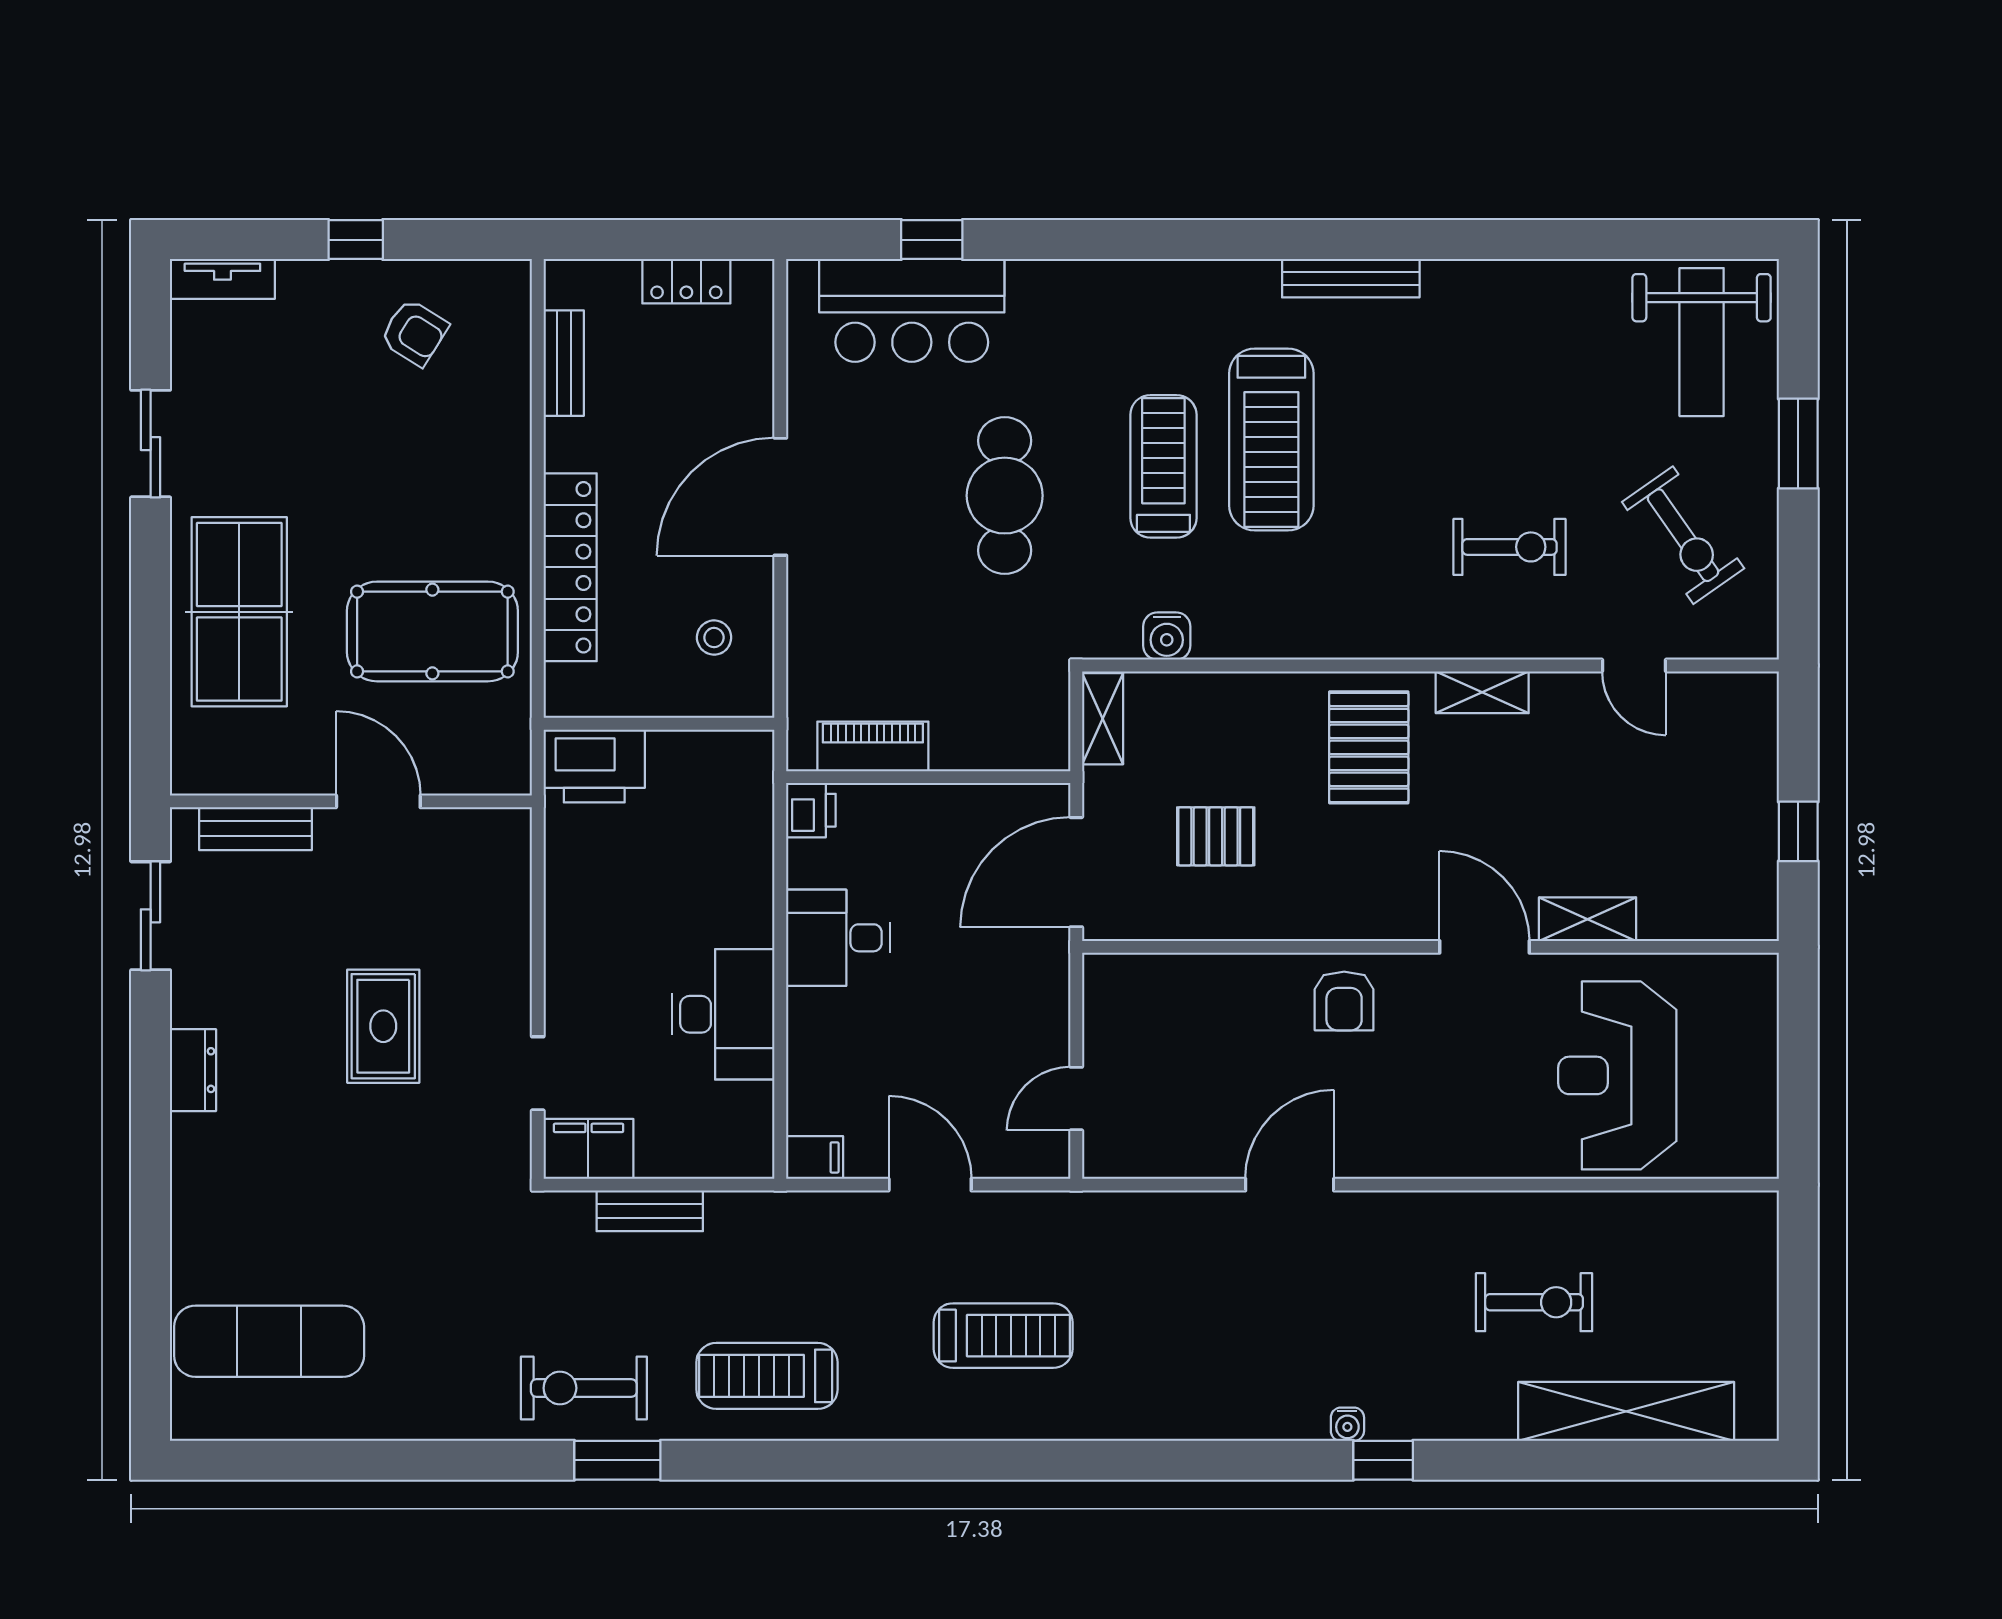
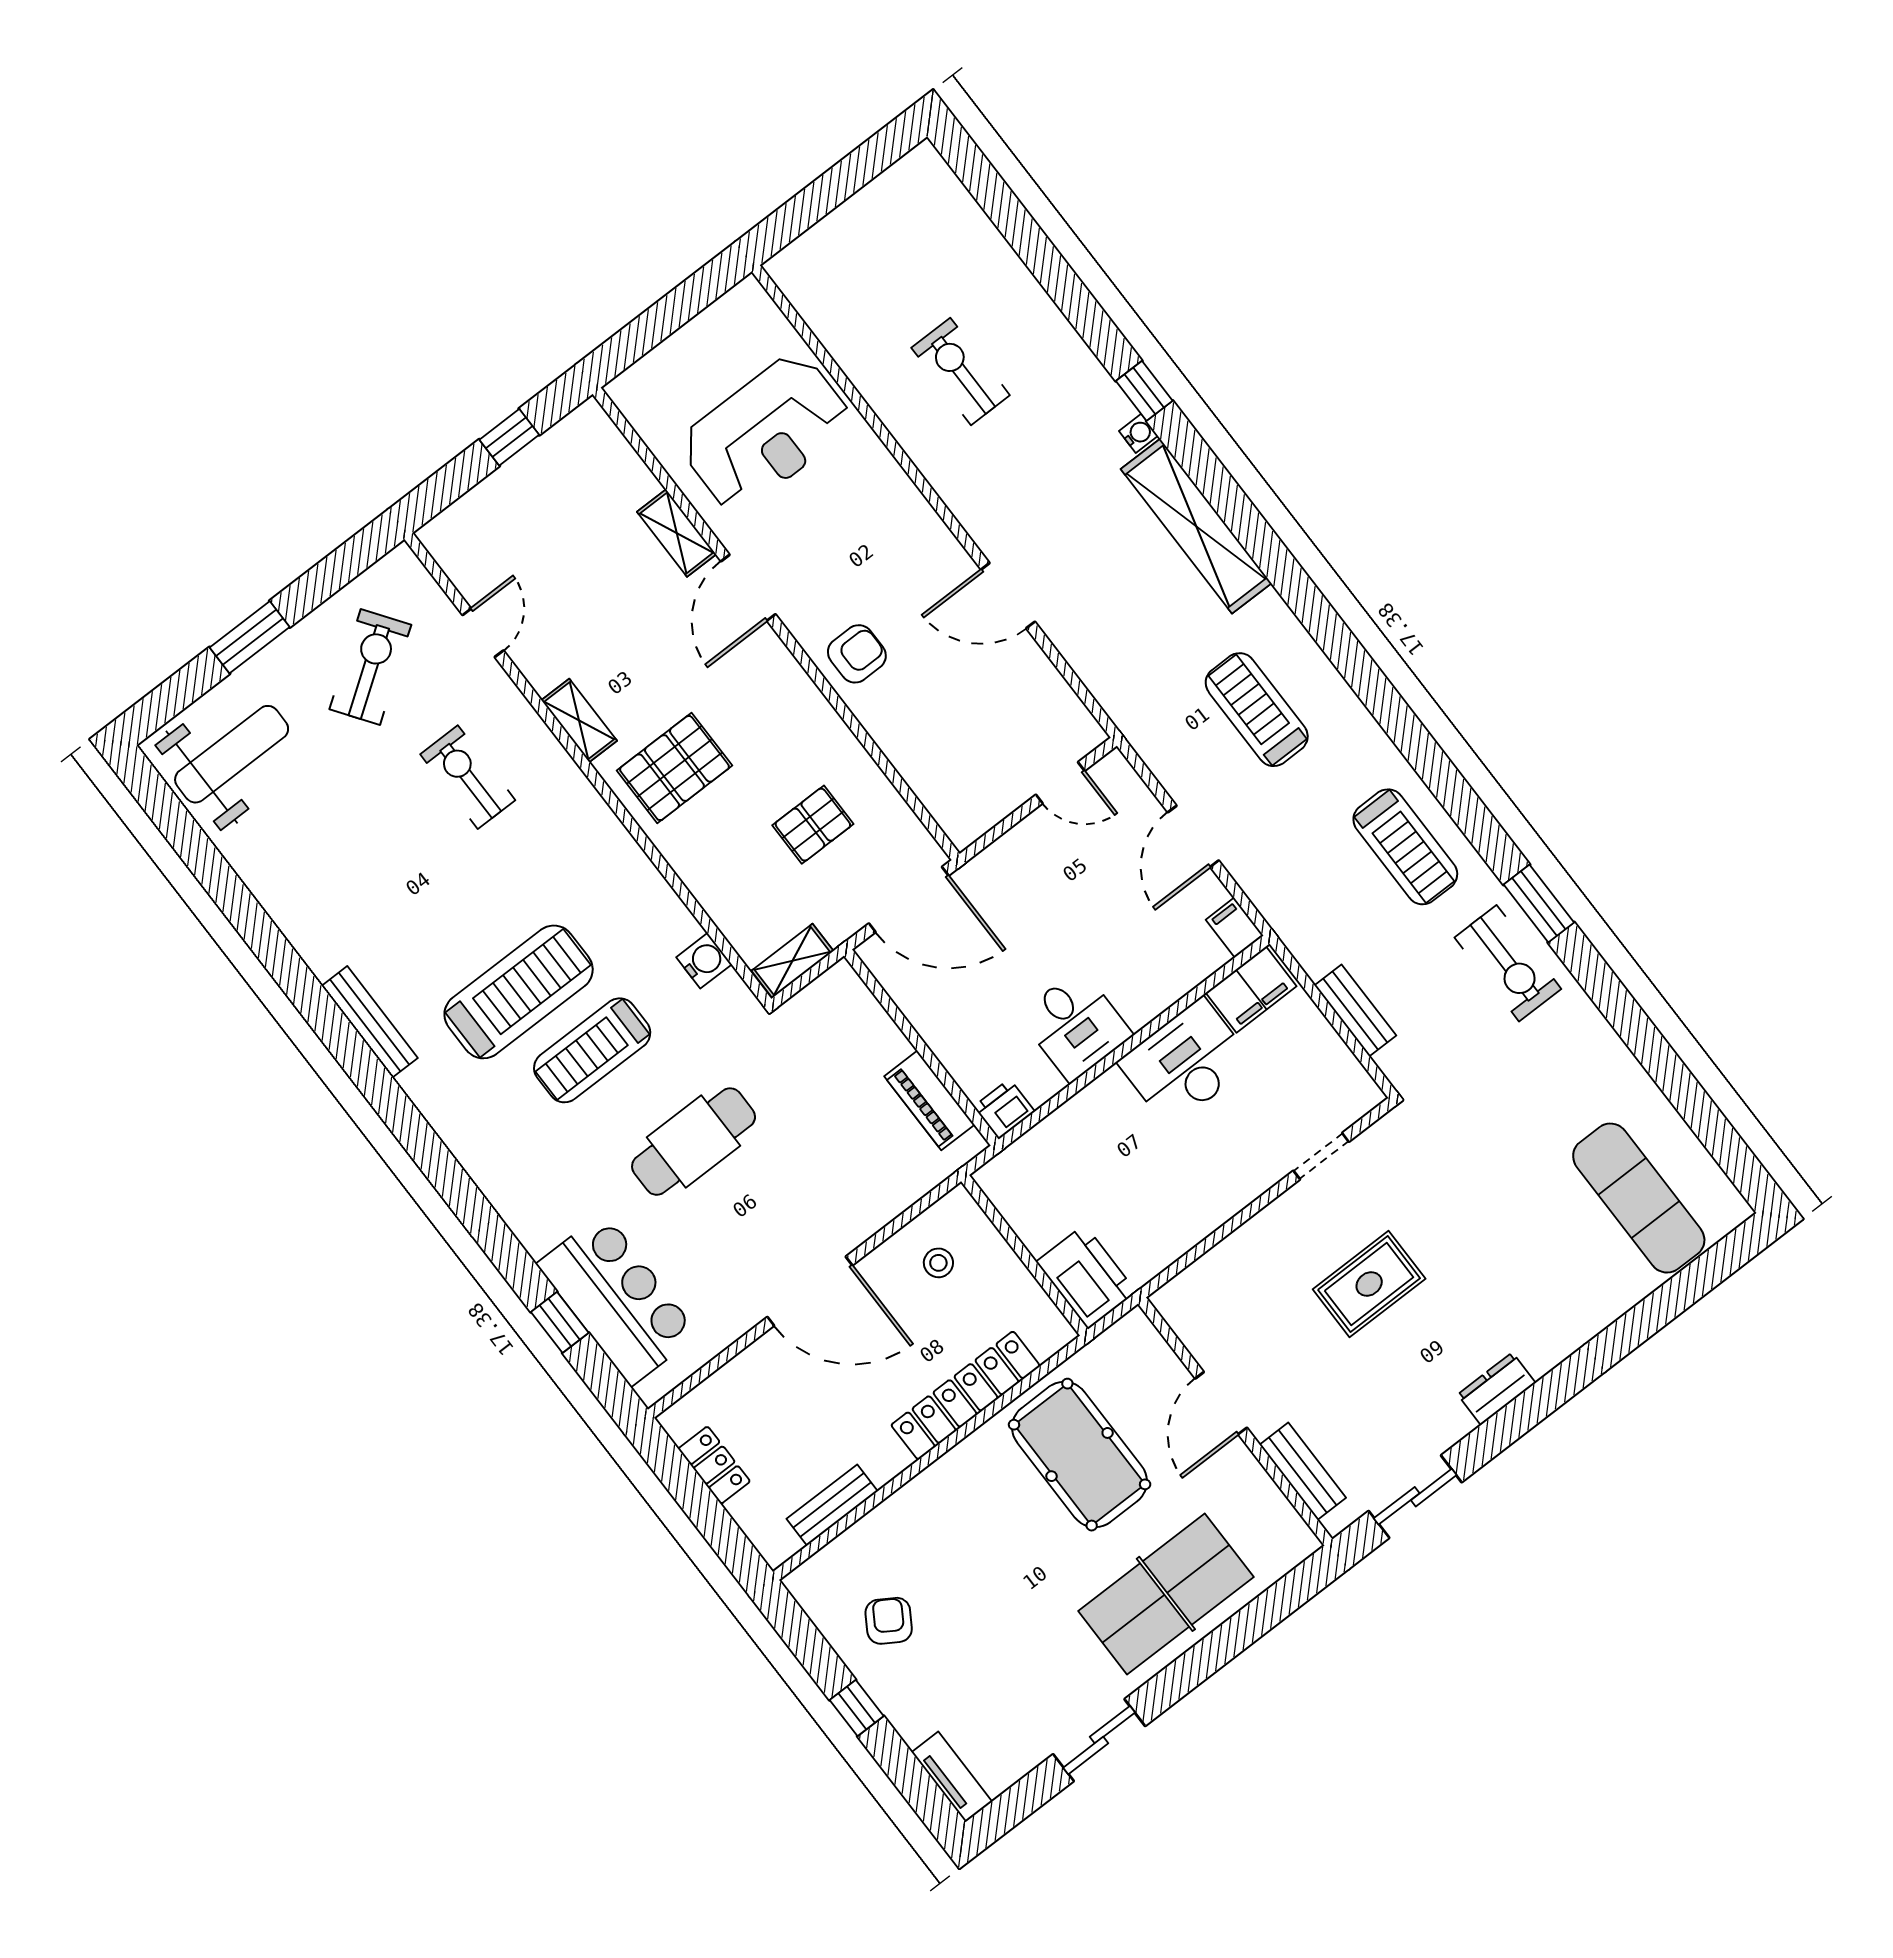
pallet: (1216, 836) -> (813, 825), turned 90
filing cabinet: (588, 1149) -> (1251, 990), moved, turned -90
shelving: (1626, 1411) -> (1196, 526), moved

